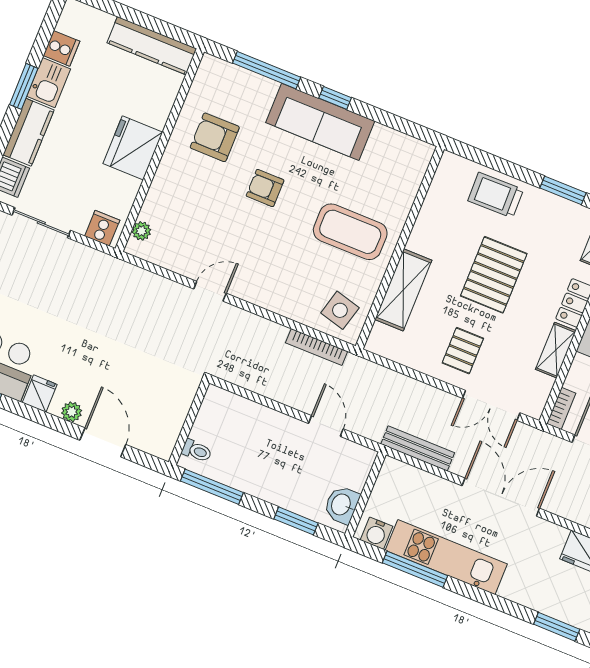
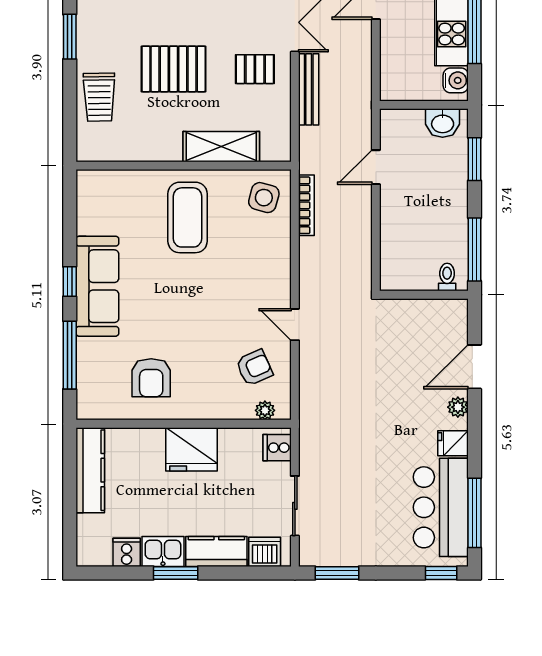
armchair: (265, 188) -> (254, 368), moved, turned -114
bench: (418, 448) -> (309, 89), moved

